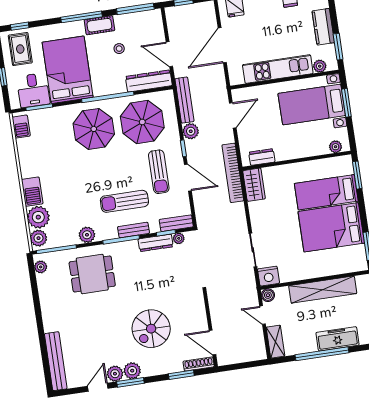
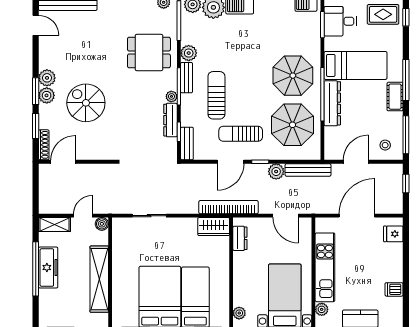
door: (222, 45) -> (357, 216), hinge flipped
stool: (119, 49) -> (385, 145), moved
bed: (68, 70) -> (356, 65), width x0.67
dresser: (149, 81) -> (332, 103), moved
bench: (133, 230) -> (187, 78), moved
plant: (179, 238) -> (171, 96), moved
dining table: (92, 274) -> (149, 53), turned 90
nightstand: (268, 276) -> (121, 227), removed
freezer: (337, 339) -> (48, 268), moved
plant: (115, 374) -> (47, 95), moved
window: (130, 382) -> (36, 91), moved
door: (98, 387) -> (36, 25), moved

